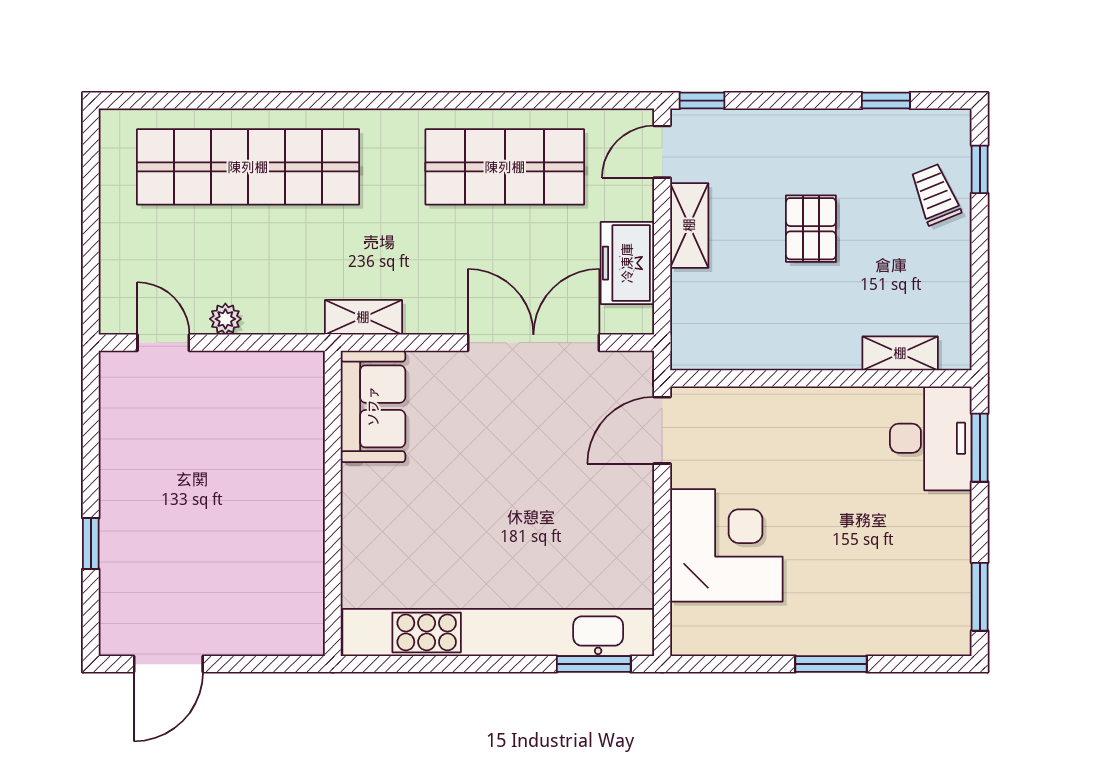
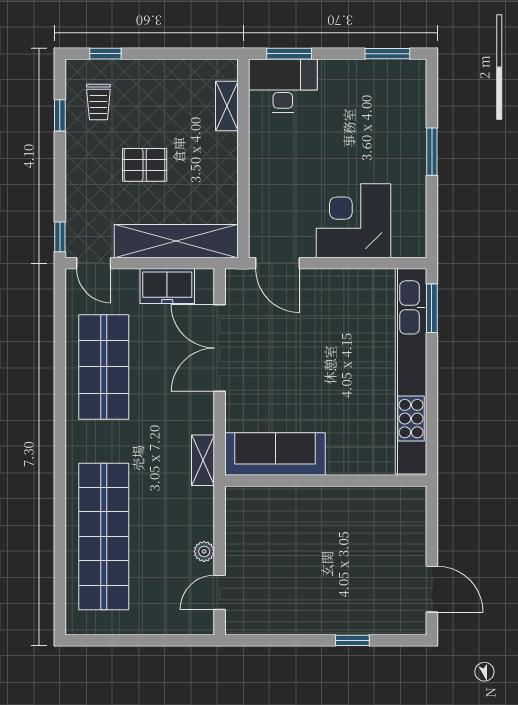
trolley: (935, 194) -> (98, 102), moved, turned -68
shelving: (689, 225) -> (176, 241), width x2.20, depth x1.33
sofa: (373, 406) -> (275, 454), width x1.36

